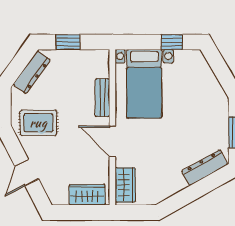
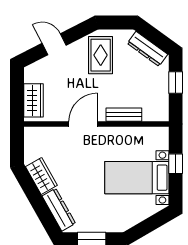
window: (172, 42) -> (176, 164), moved
bed with nightstands: (144, 84) -> (137, 178), moved
wardrobe: (125, 185) -> (41, 176), moved, turned -119

